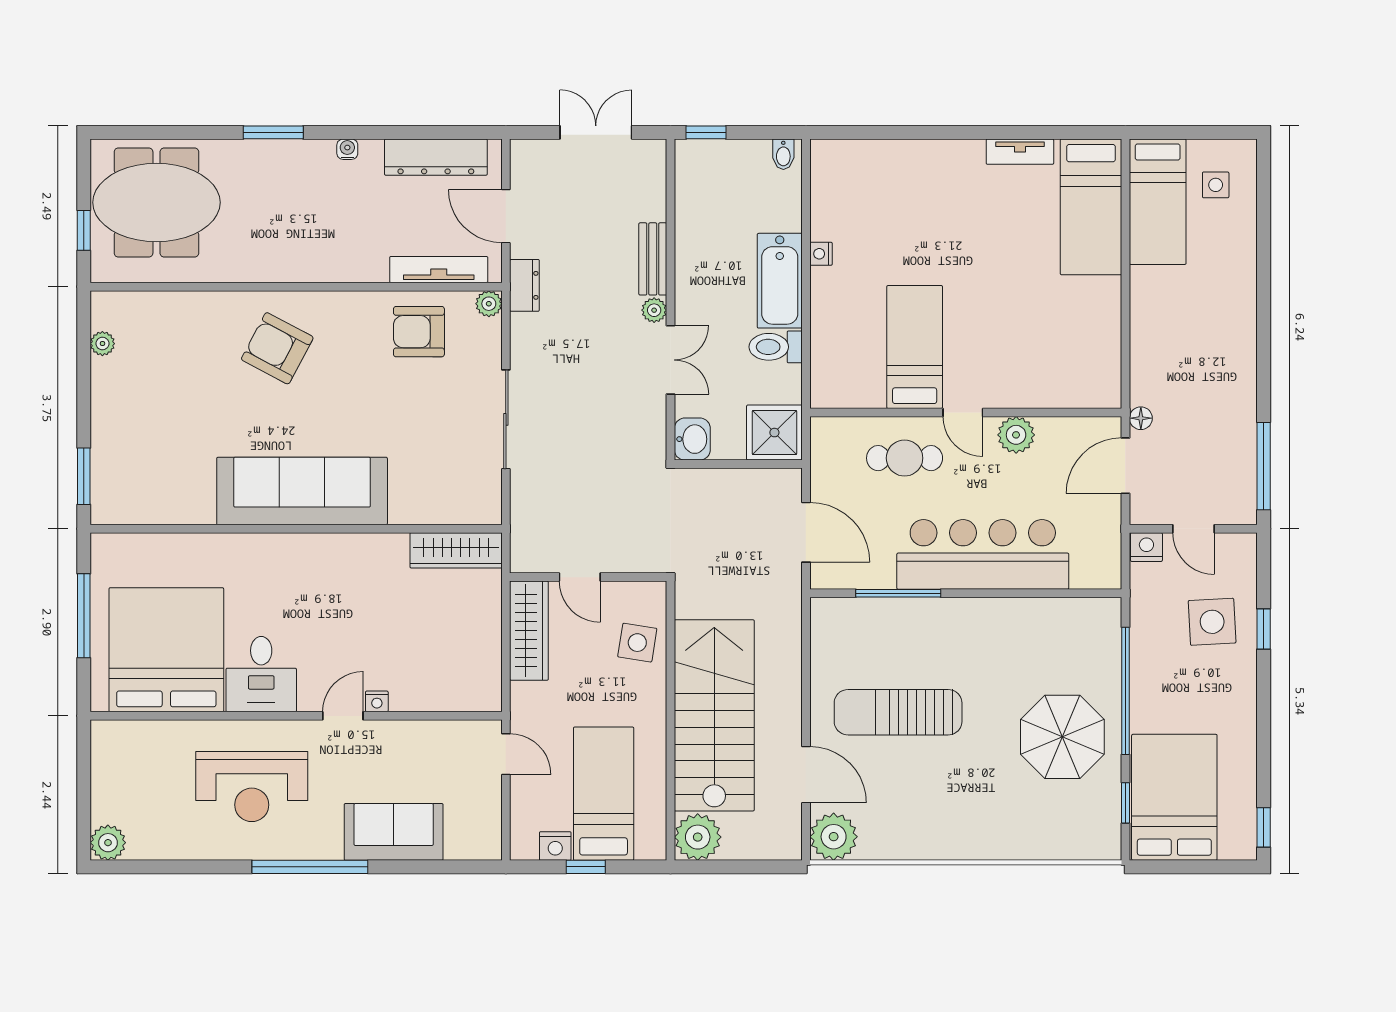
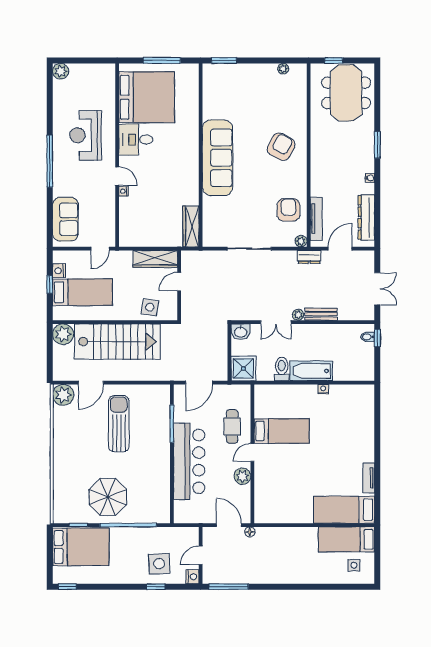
bidet: (783, 154) -> (368, 337), moved
nightstand: (1146, 547) -> (192, 577), moved
sofa: (394, 832) -> (65, 219), moved

